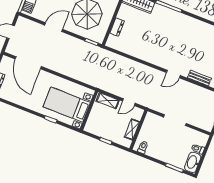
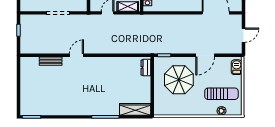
dresser: (117, 27) -> (146, 68), moved

